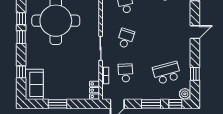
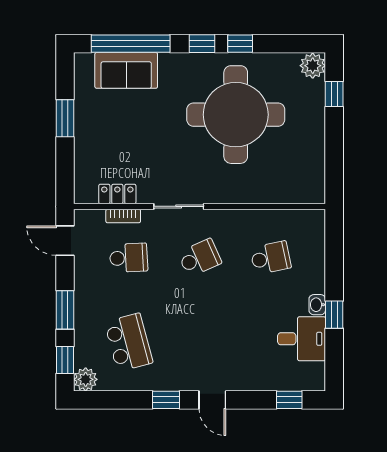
school desk: (126, 38) -> (200, 258), turned -42
window: (21, 72) -> (131, 44), width x3.17
window: (195, 74) -> (166, 400), moved
sofa: (34, 84) -> (126, 70), moved
locker: (94, 90) -> (117, 194), moved

